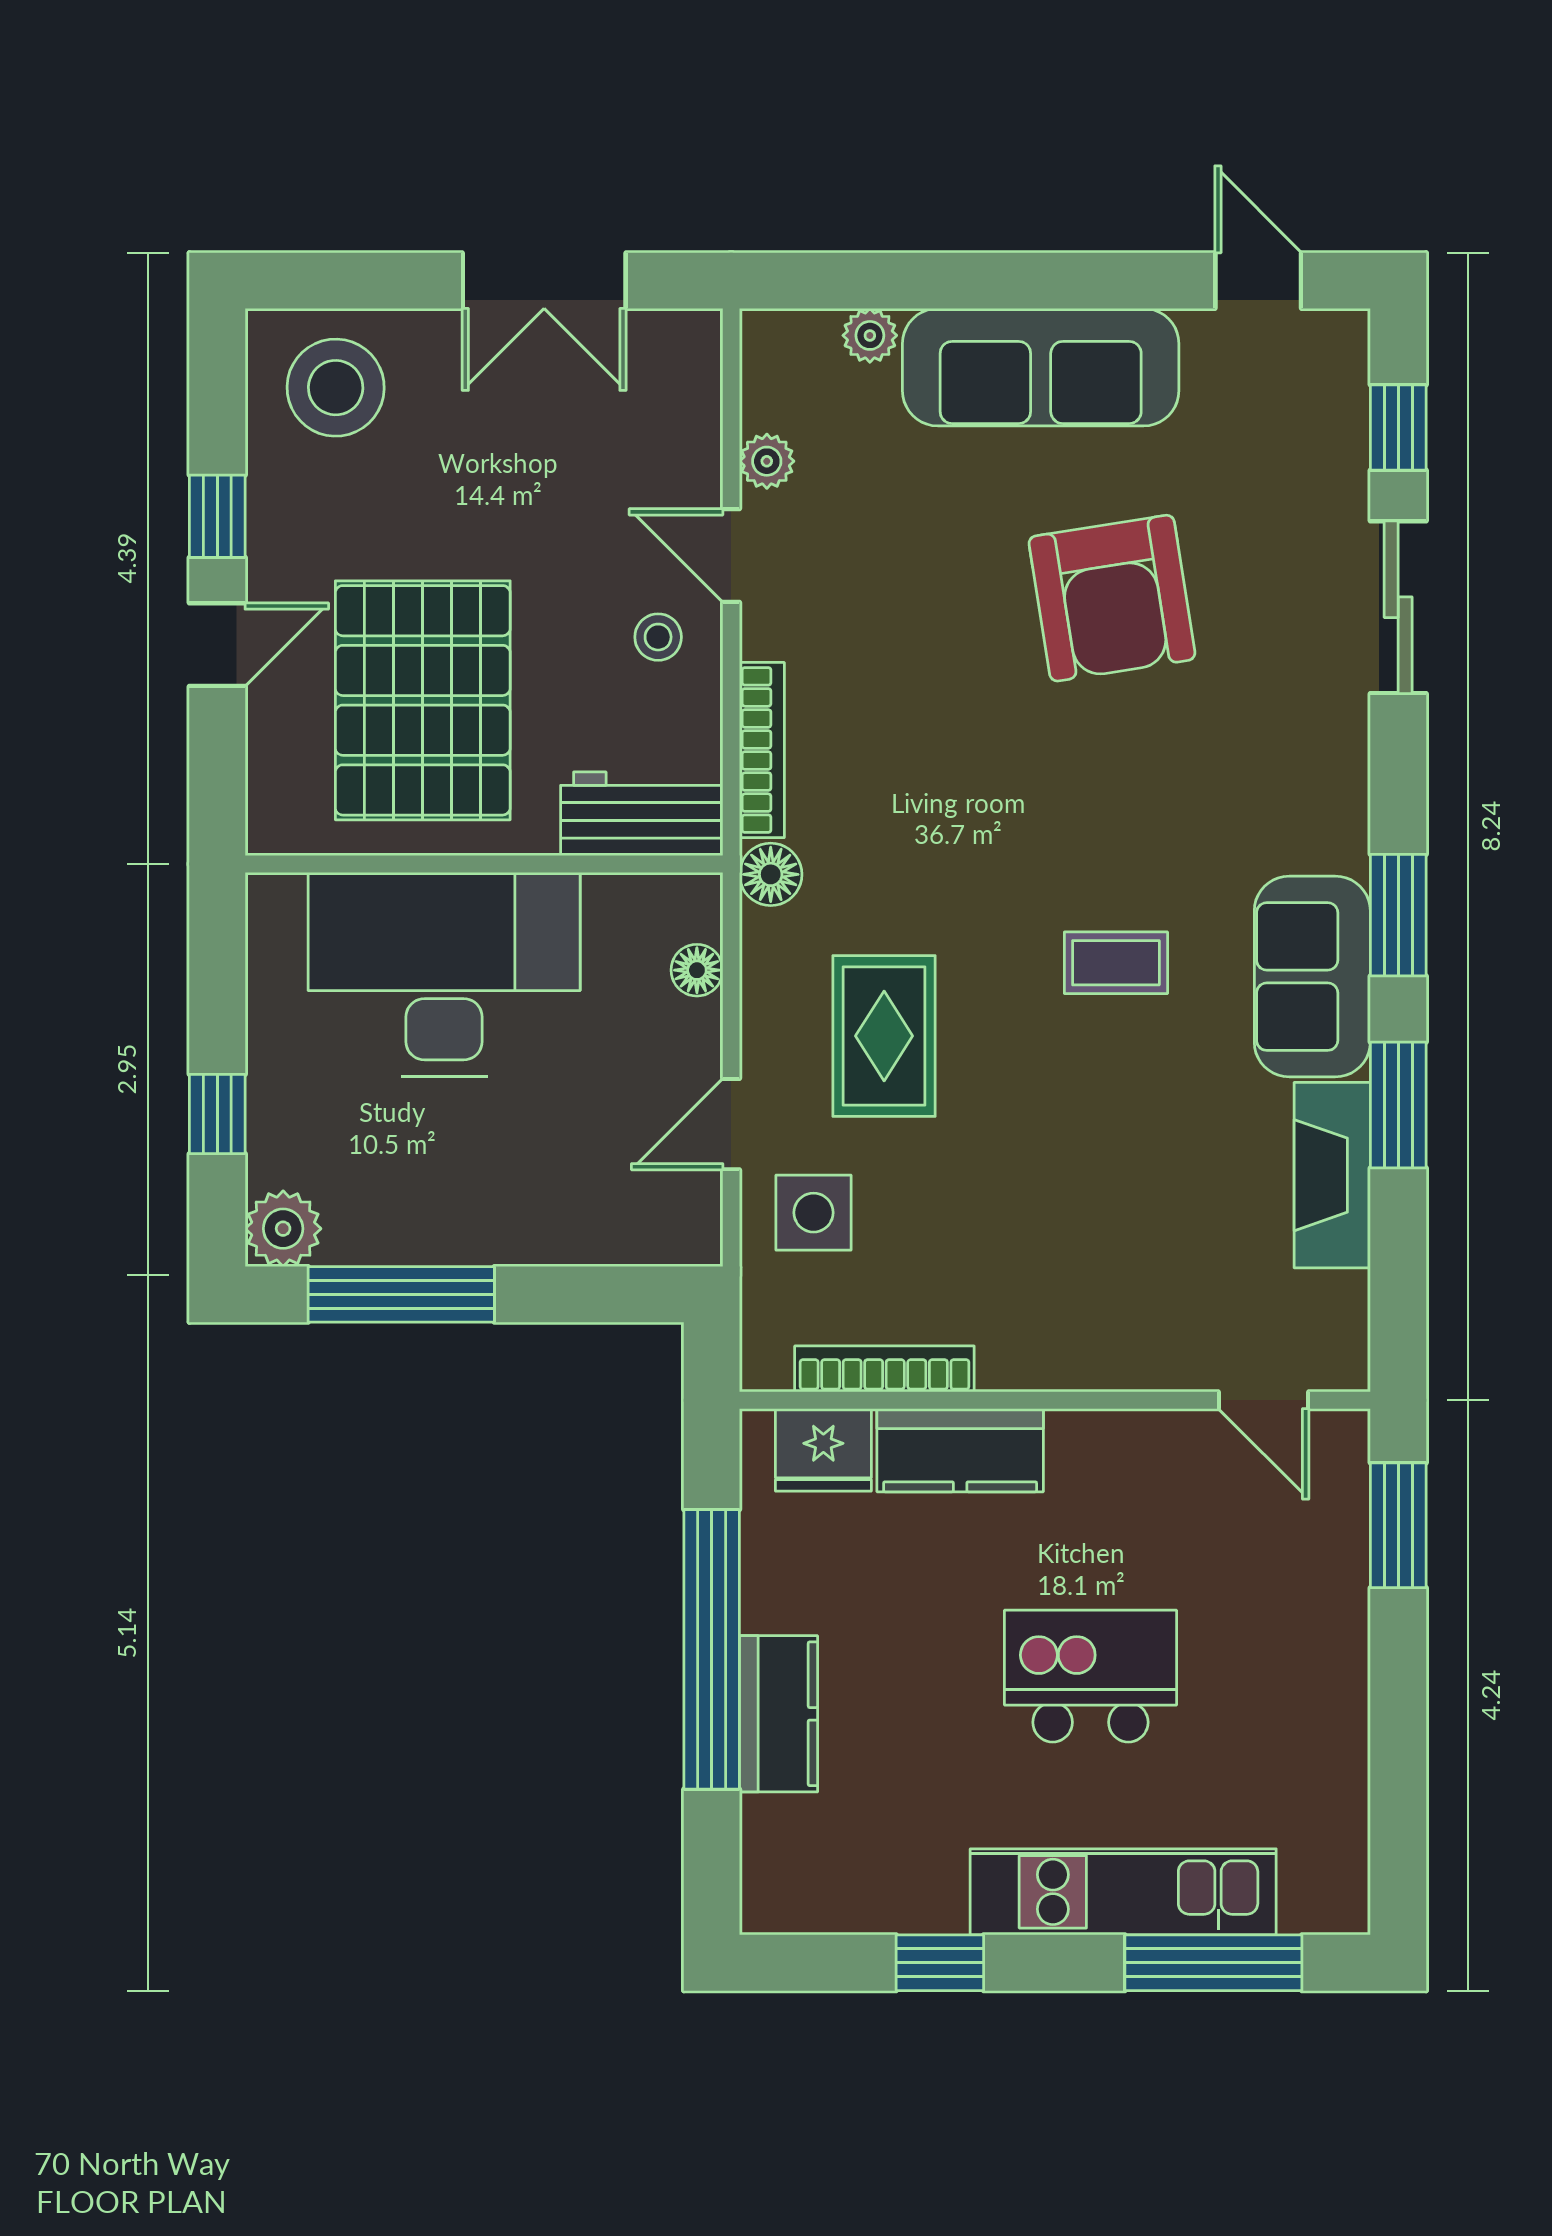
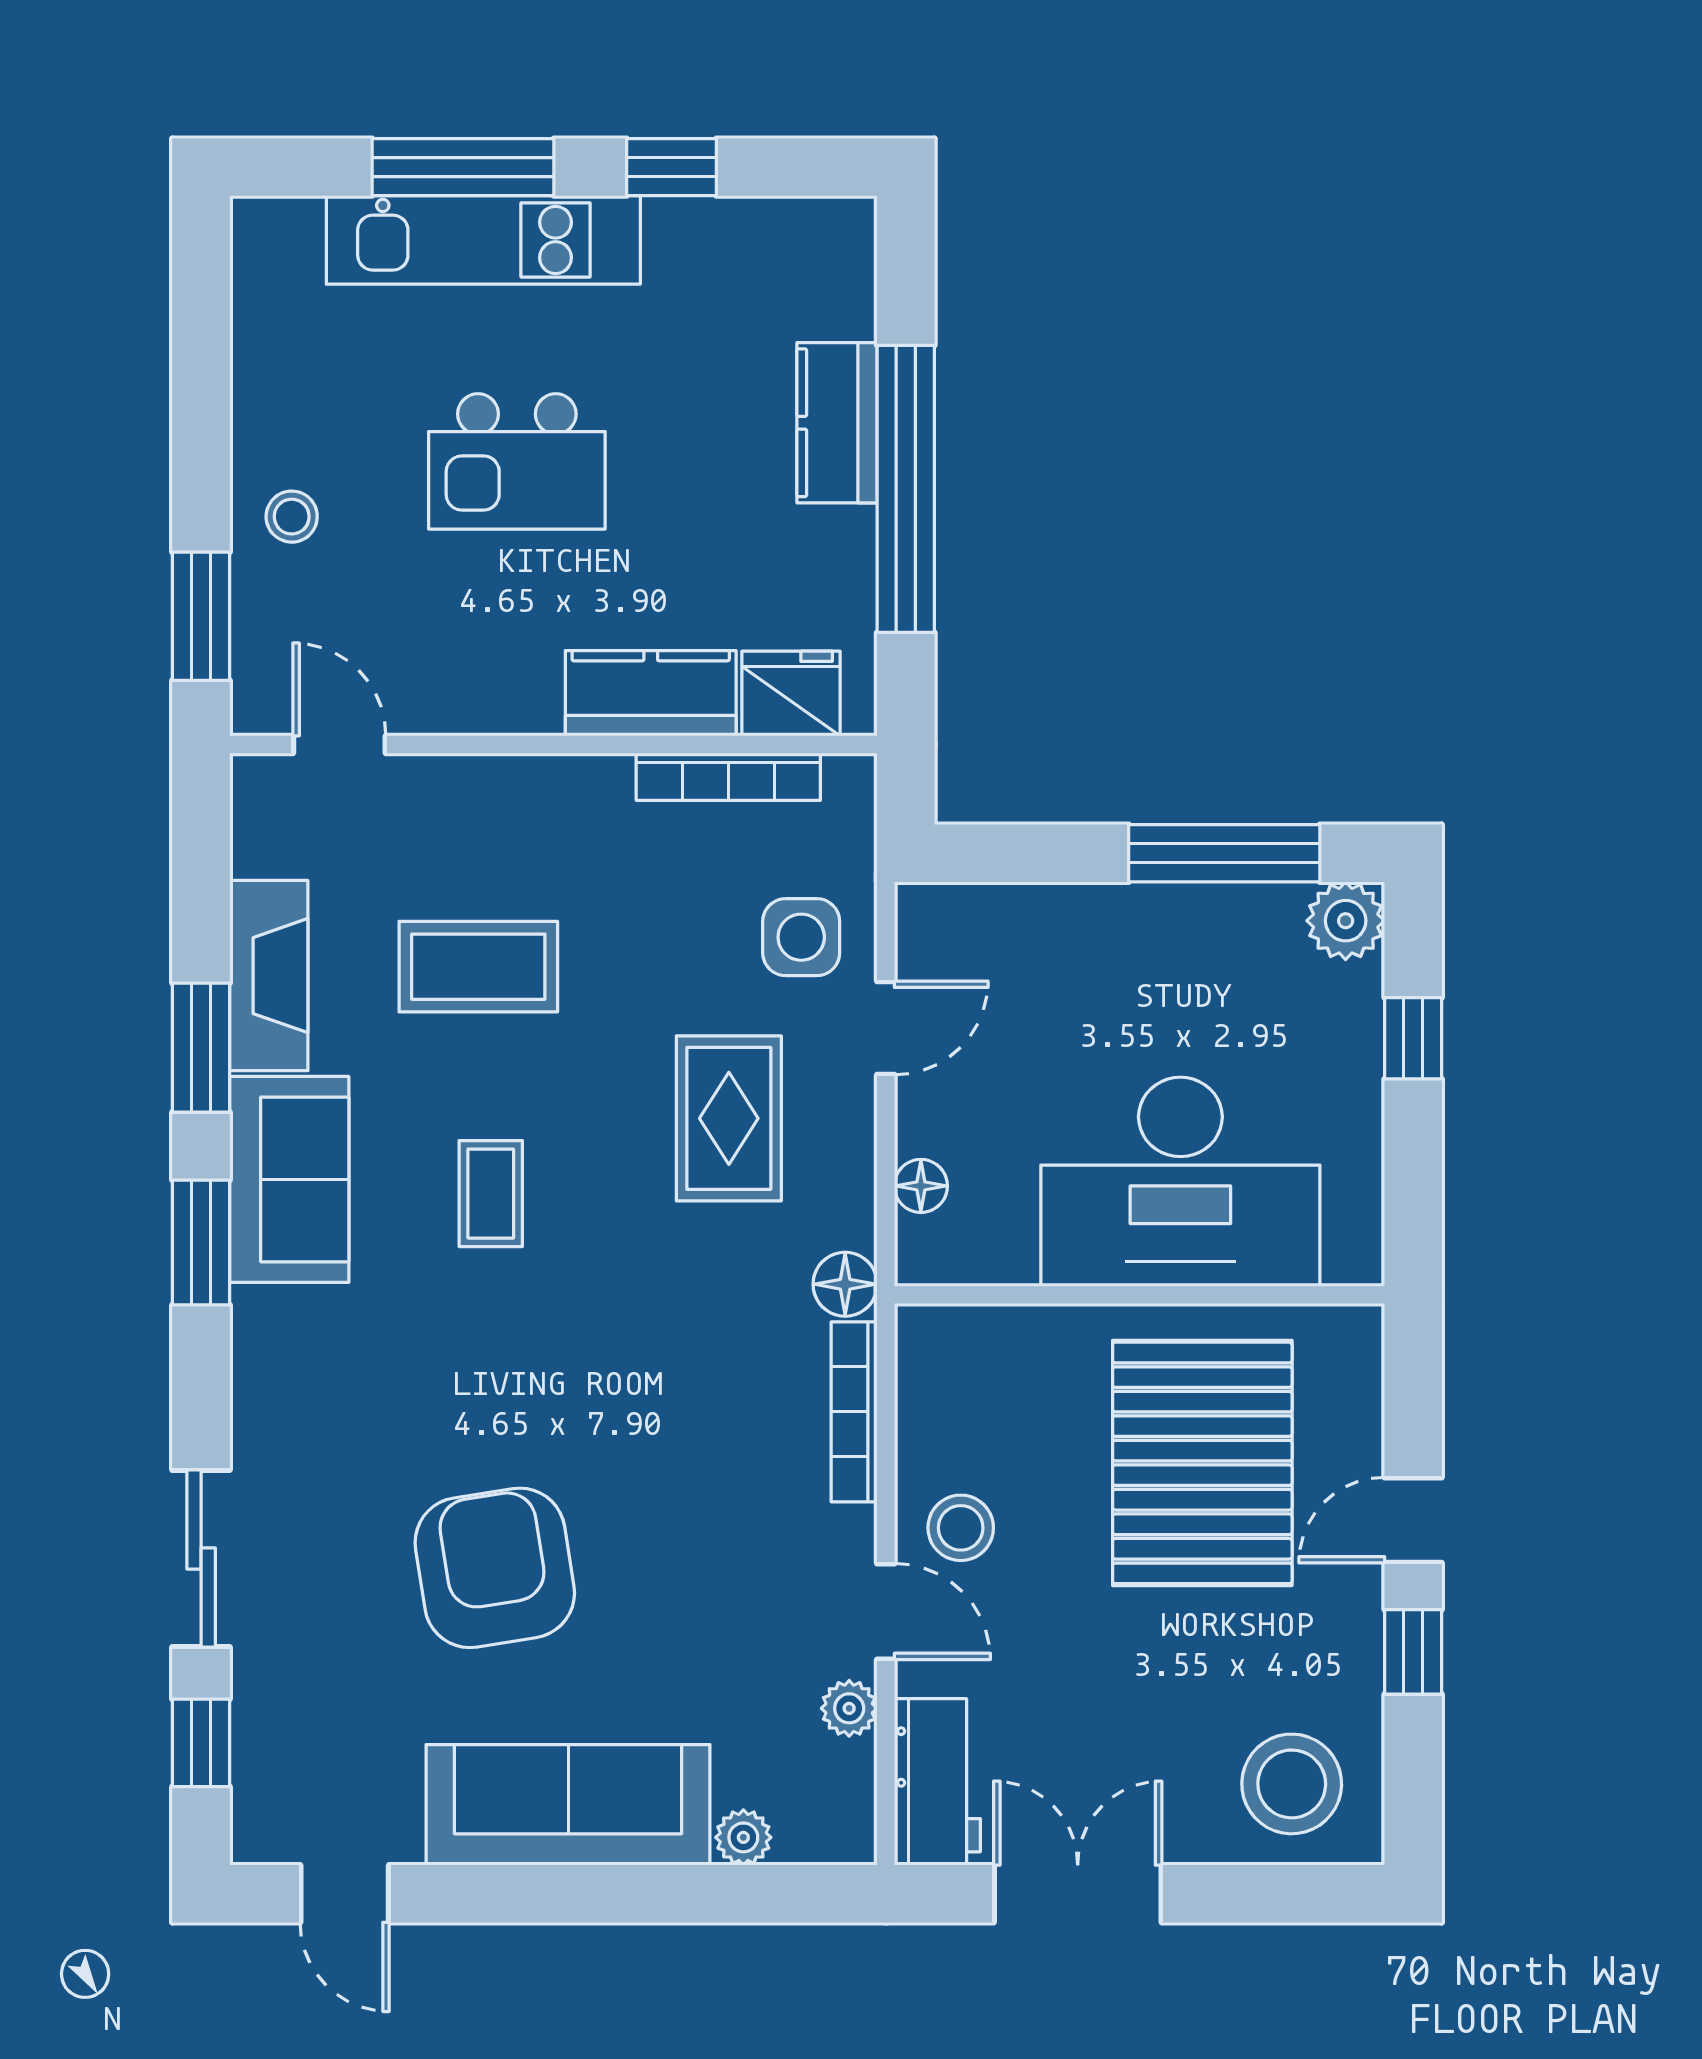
stool: (658, 637) -> (961, 1528), width x1.37, depth x1.37
workbench: (642, 814) -> (937, 1782), moved, turned -90
coffee table: (1116, 963) -> (491, 1194), turned 90
coffee table: (1128, 1184) -> (478, 967), added
stool: (1310, 1622) -> (292, 517), added
window: (1213, 1963) -> (463, 167), moved

